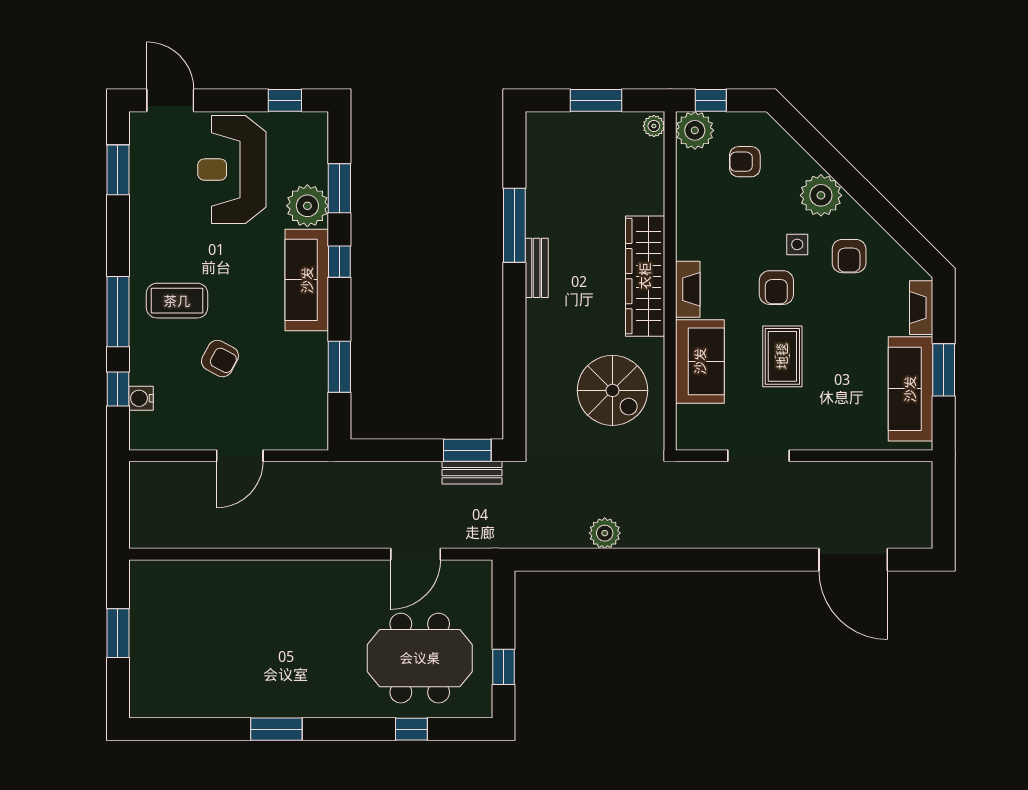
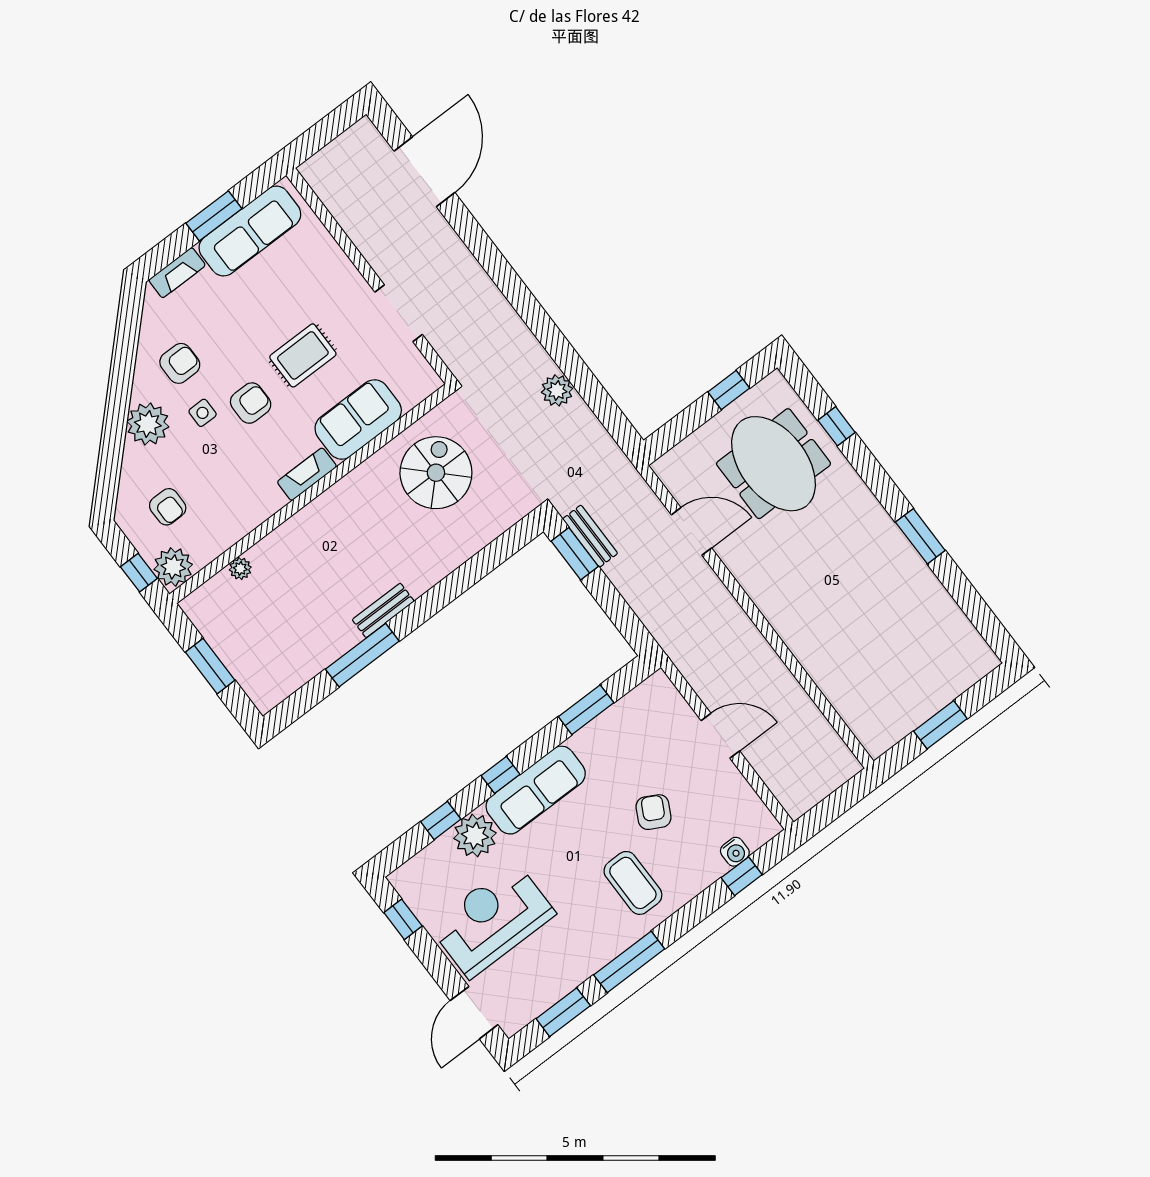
plant: (654, 126) -> (240, 569), moved
reception desk: (232, 170) -> (492, 920), turned 180
window: (339, 188) -> (441, 820), width x0.67
wardrobe: (645, 276) -> (323, 517), removed
window: (118, 312) -> (629, 962), moved

